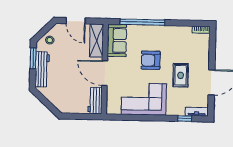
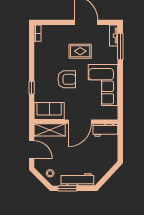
door: (76, 21) -> (32, 150), hinge flipped
window: (142, 22) -> (32, 88), width x0.32
armchair: (151, 60) -> (67, 79), turned -90
window: (185, 119) -> (120, 47), width x2.17

